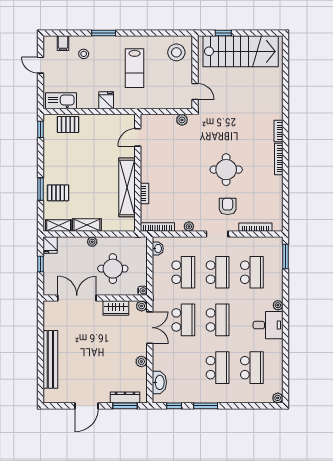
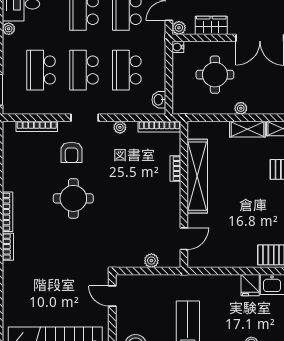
fridge: (106, 100) -> (250, 285), moved
plant: (182, 120) -> (151, 261), moved

